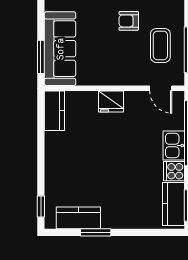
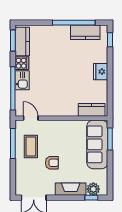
fridge: (111, 101) -> (101, 72), moved, turned -90
kitchen counter: (54, 111) -> (92, 110), moved, turned 90
window: (96, 232) -> (74, 23), width x2.11

